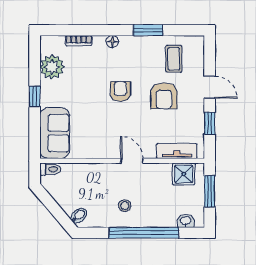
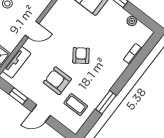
floor lamp: (112, 42) -> (116, 74), removed
plant: (52, 67) -> (132, 21), width x0.53, depth x0.53
armchair: (120, 91) -> (81, 56), turned -125

